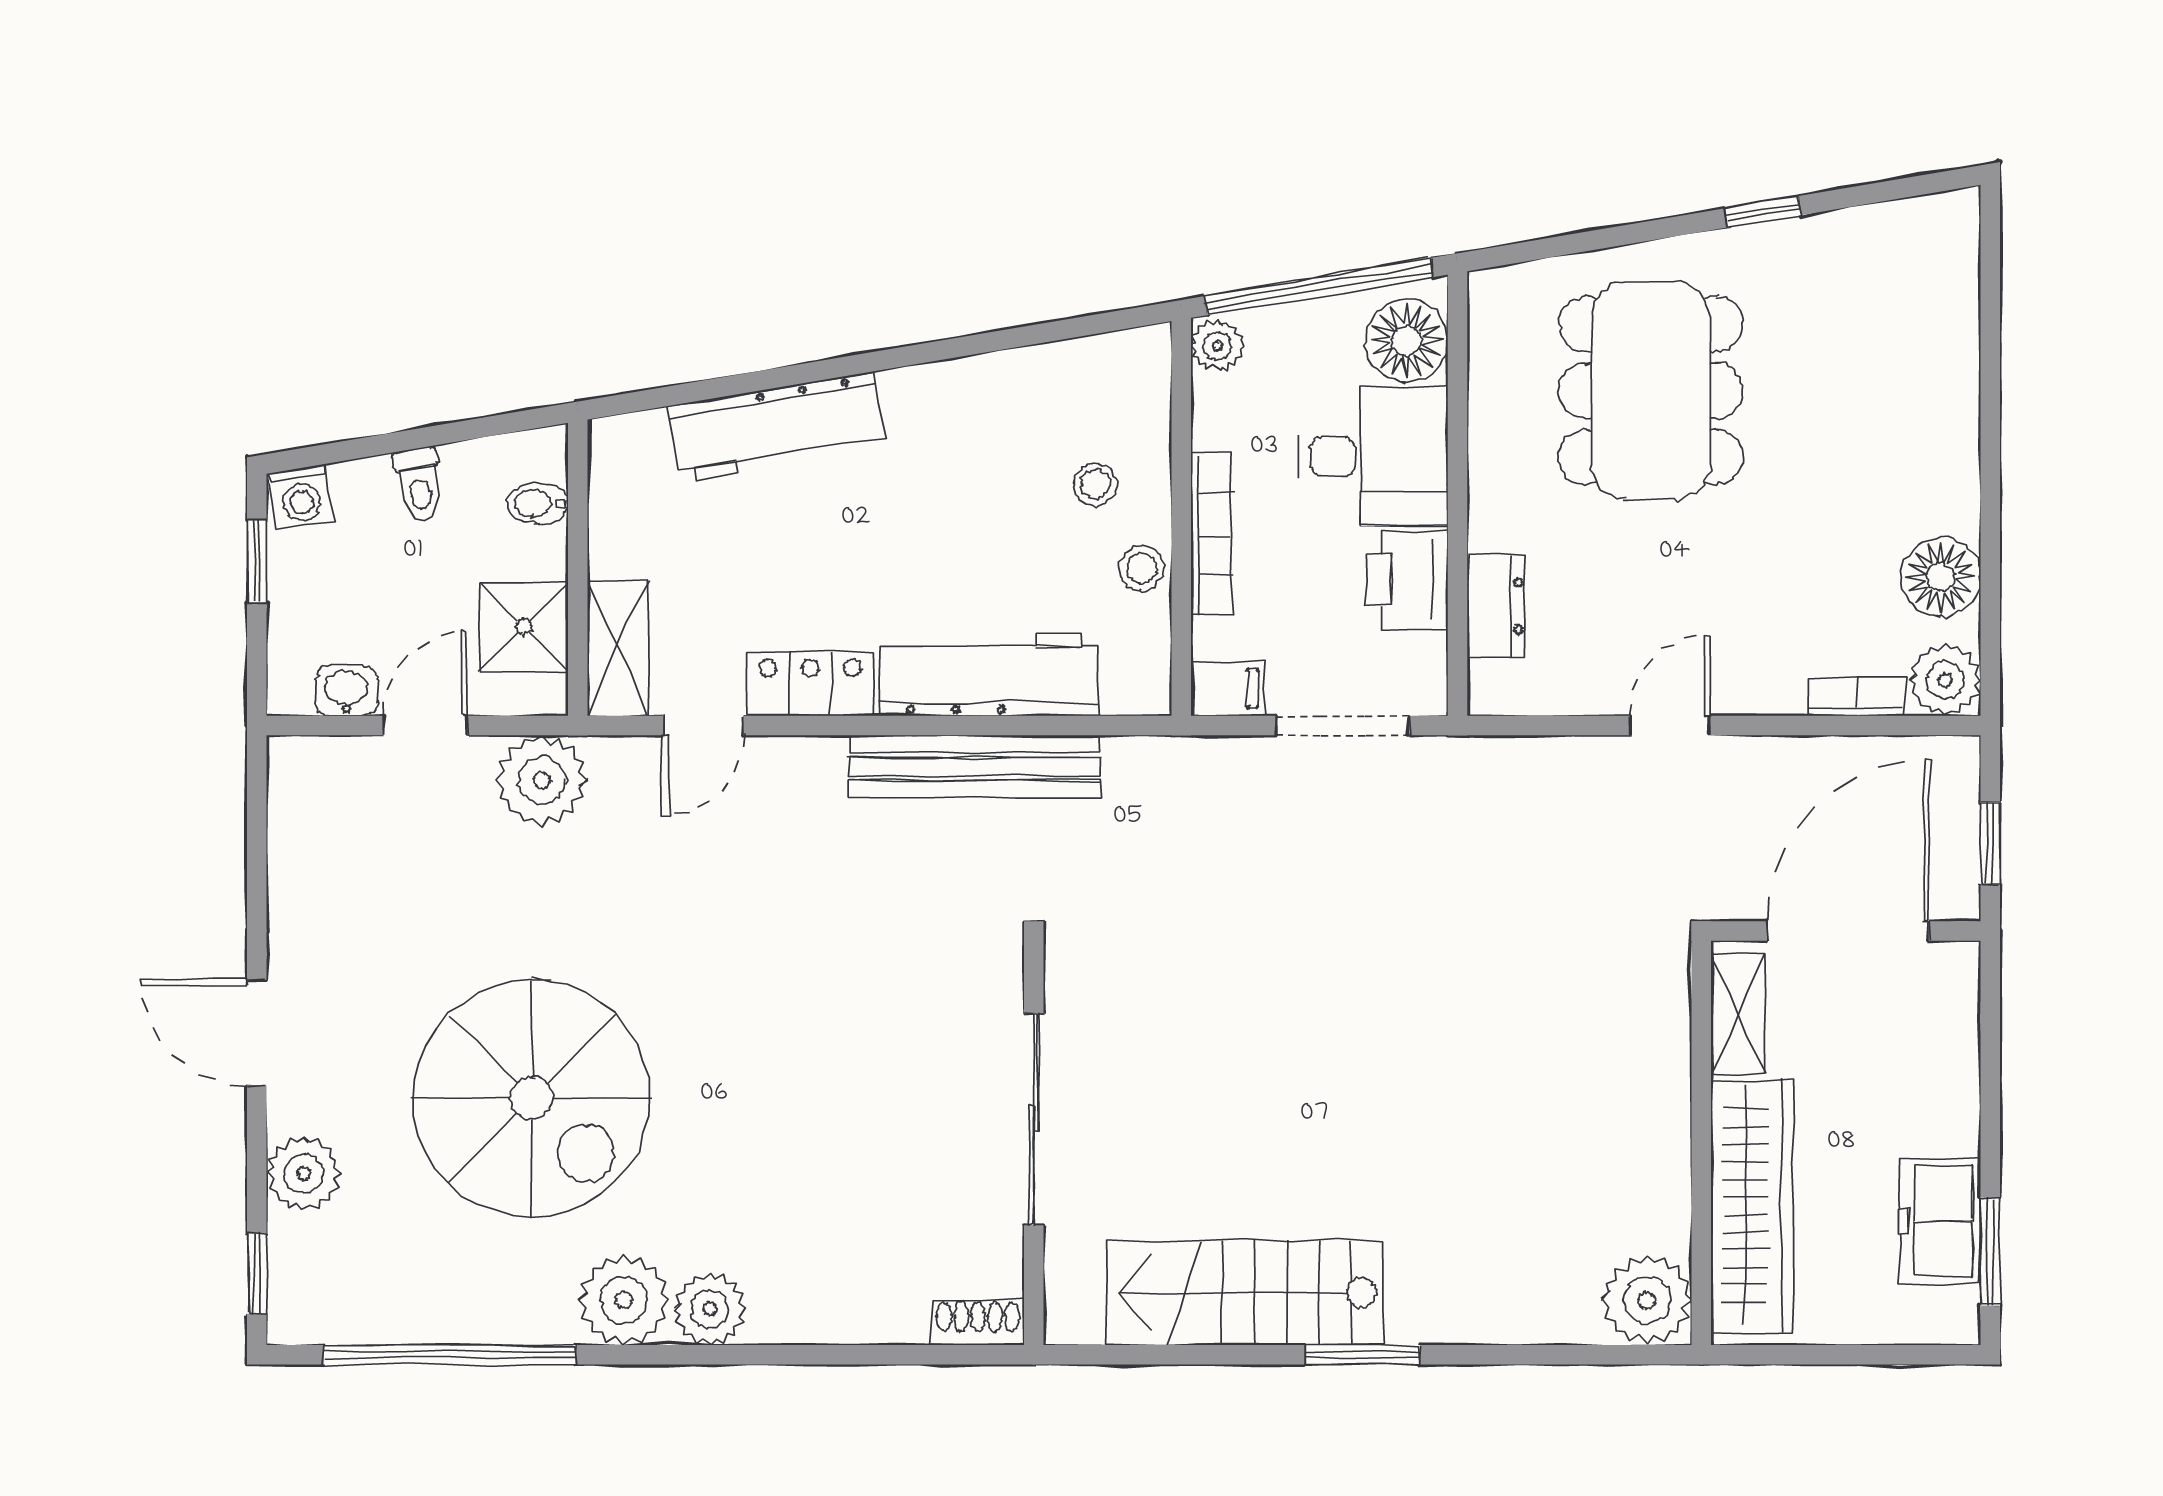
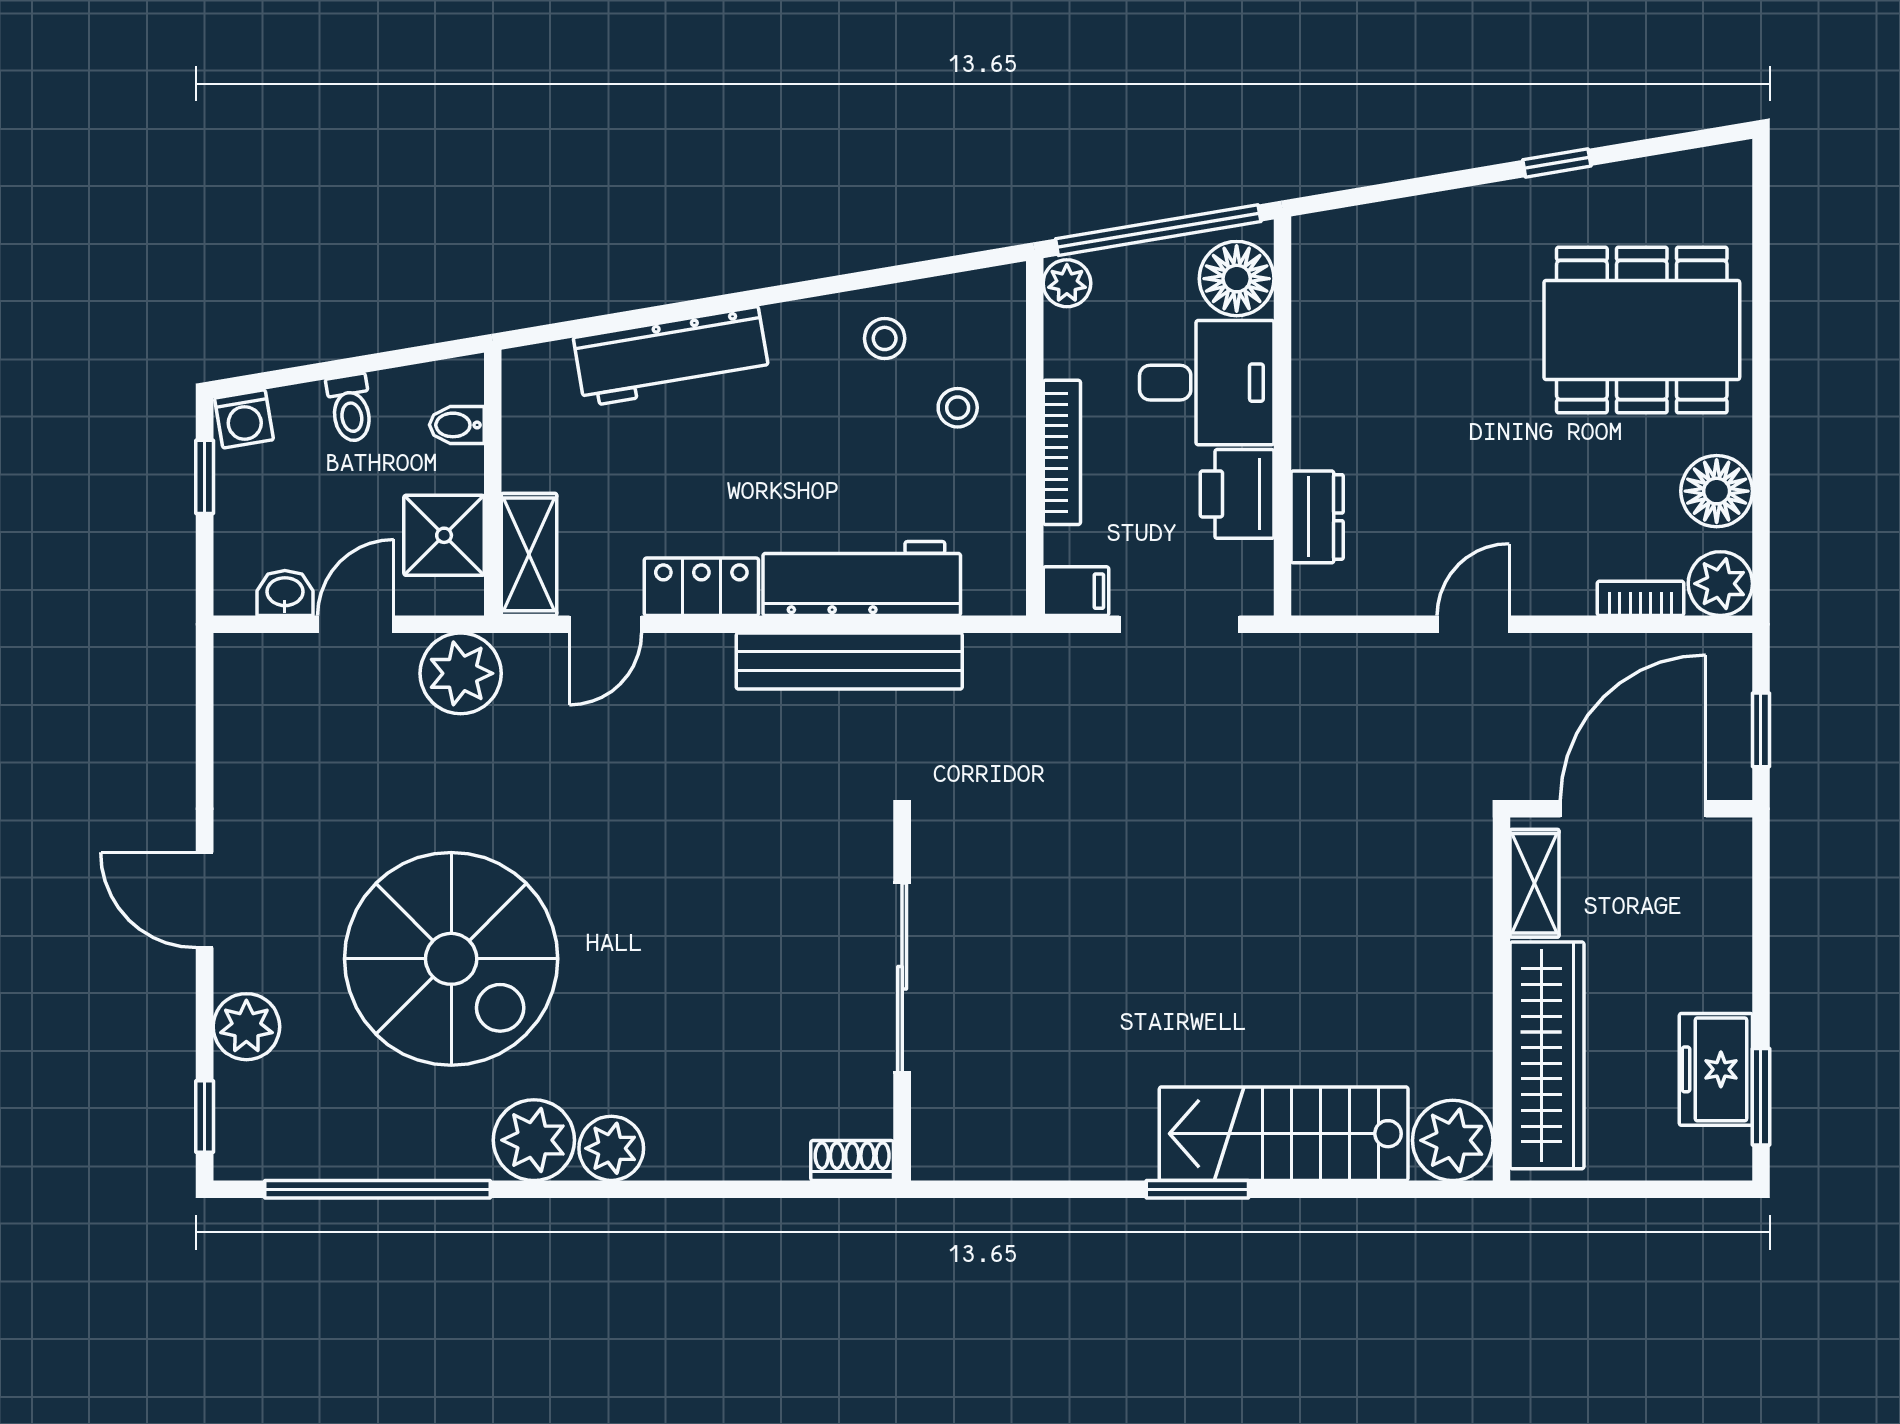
dining table: (1651, 391) -> (1642, 330), moved, turned 90
stool: (1141, 569) -> (885, 338), moved
stairs: (1246, 1293) -> (1284, 1134), moved

